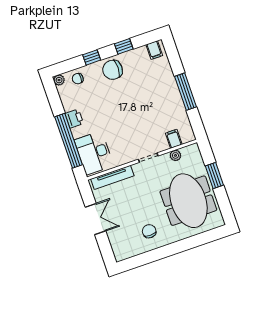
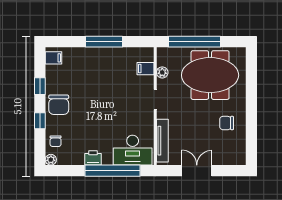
window: (214, 175) -> (194, 42), width x2.11

